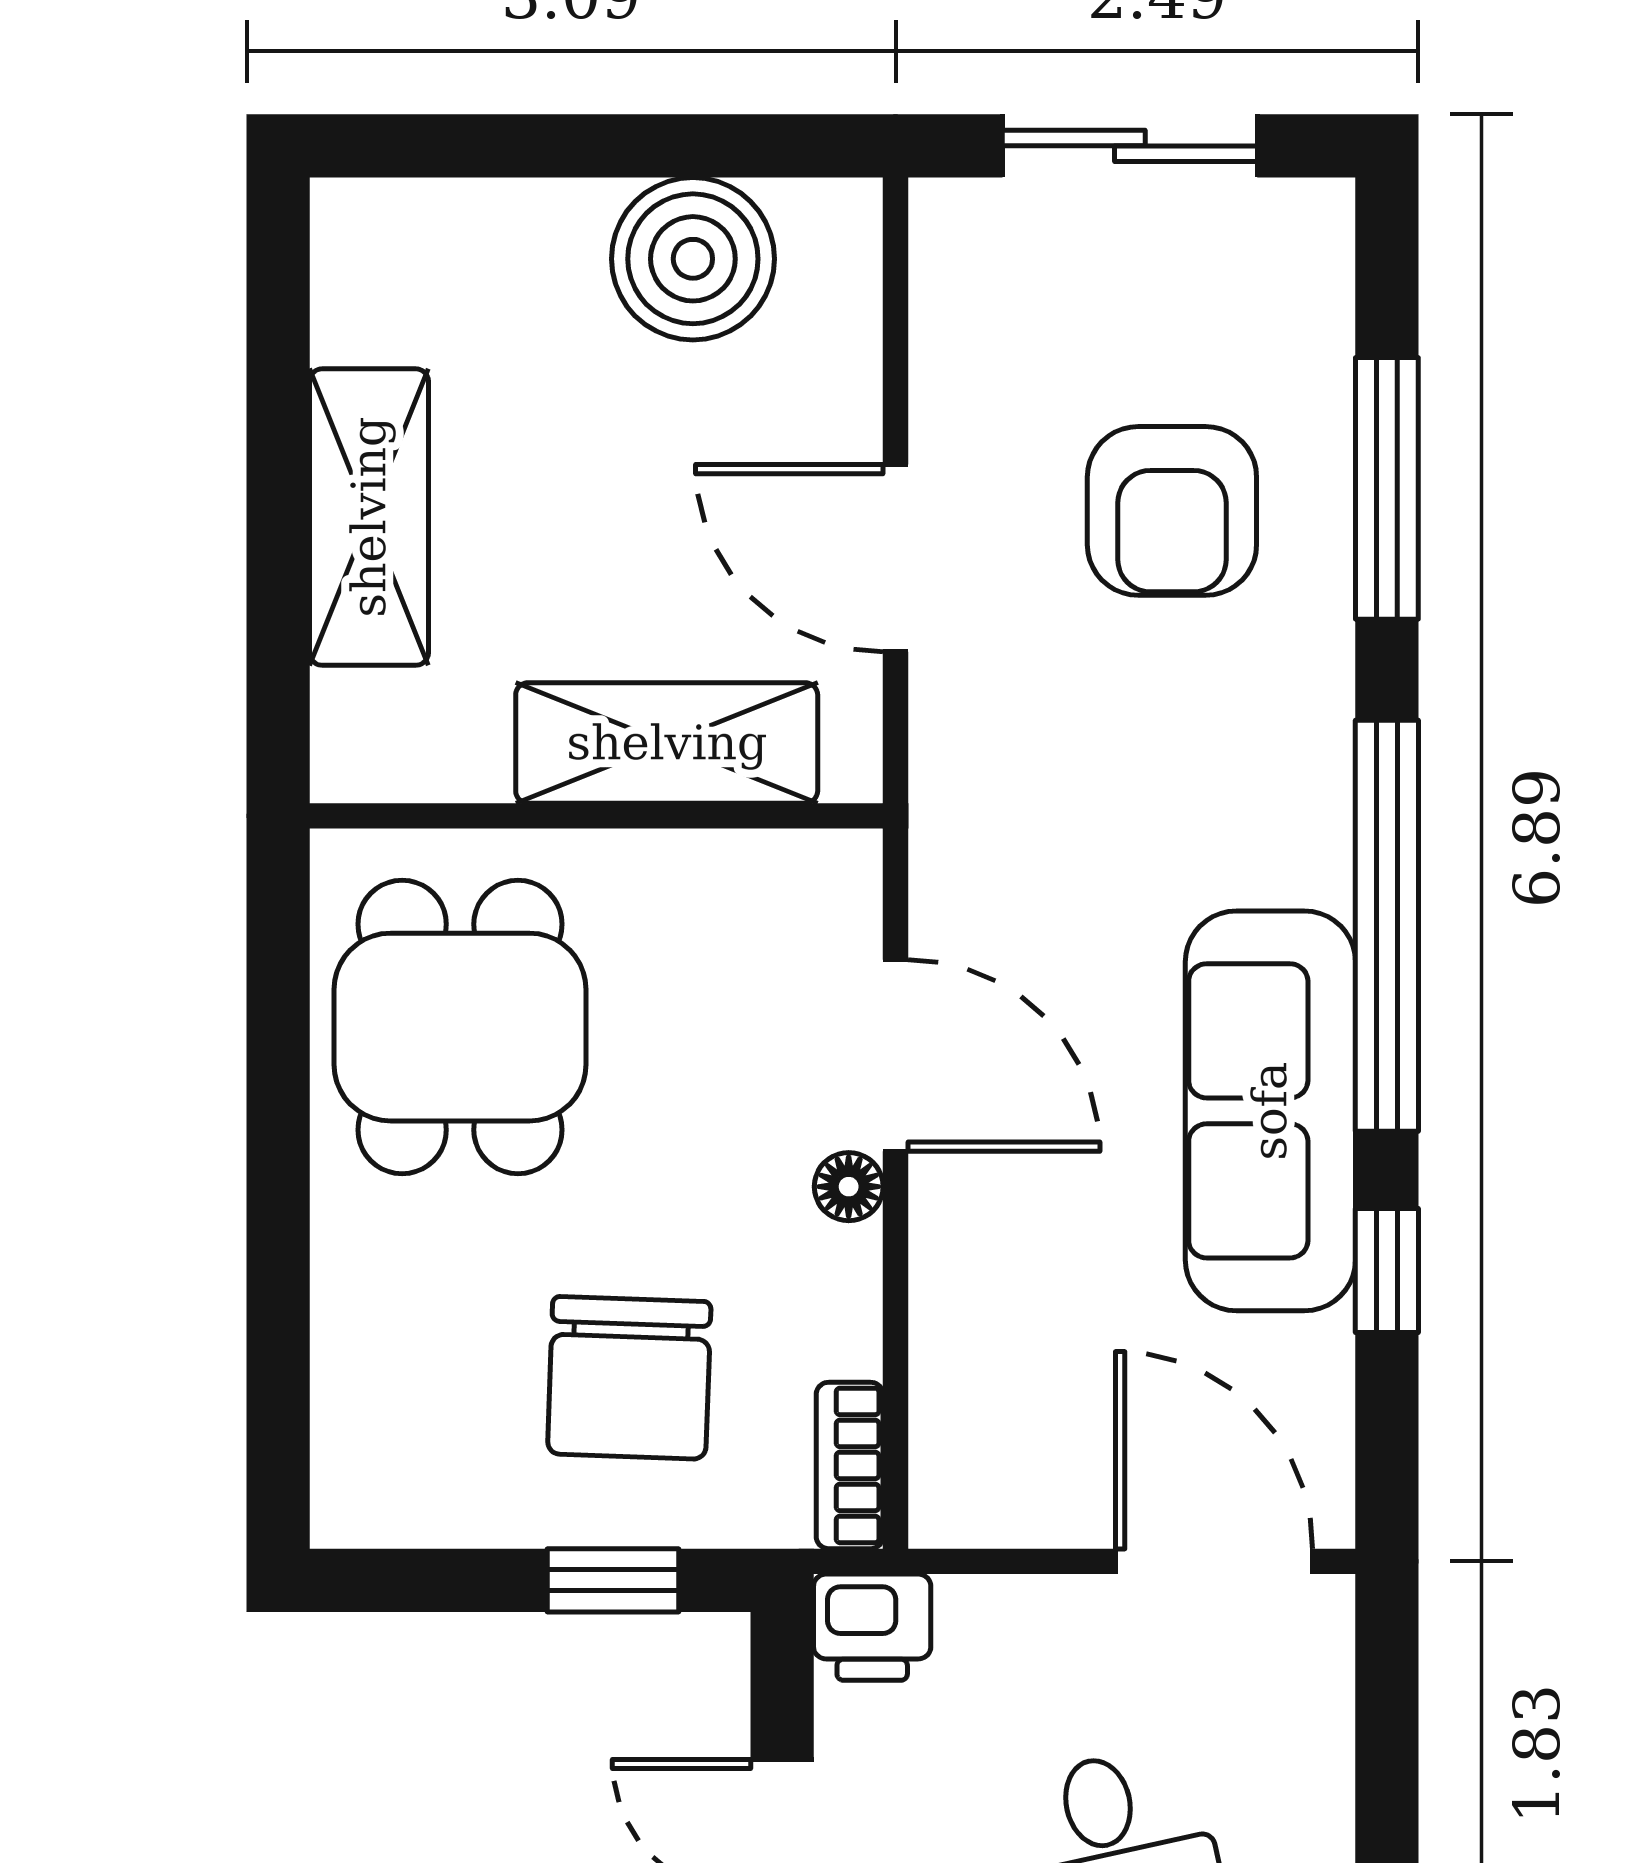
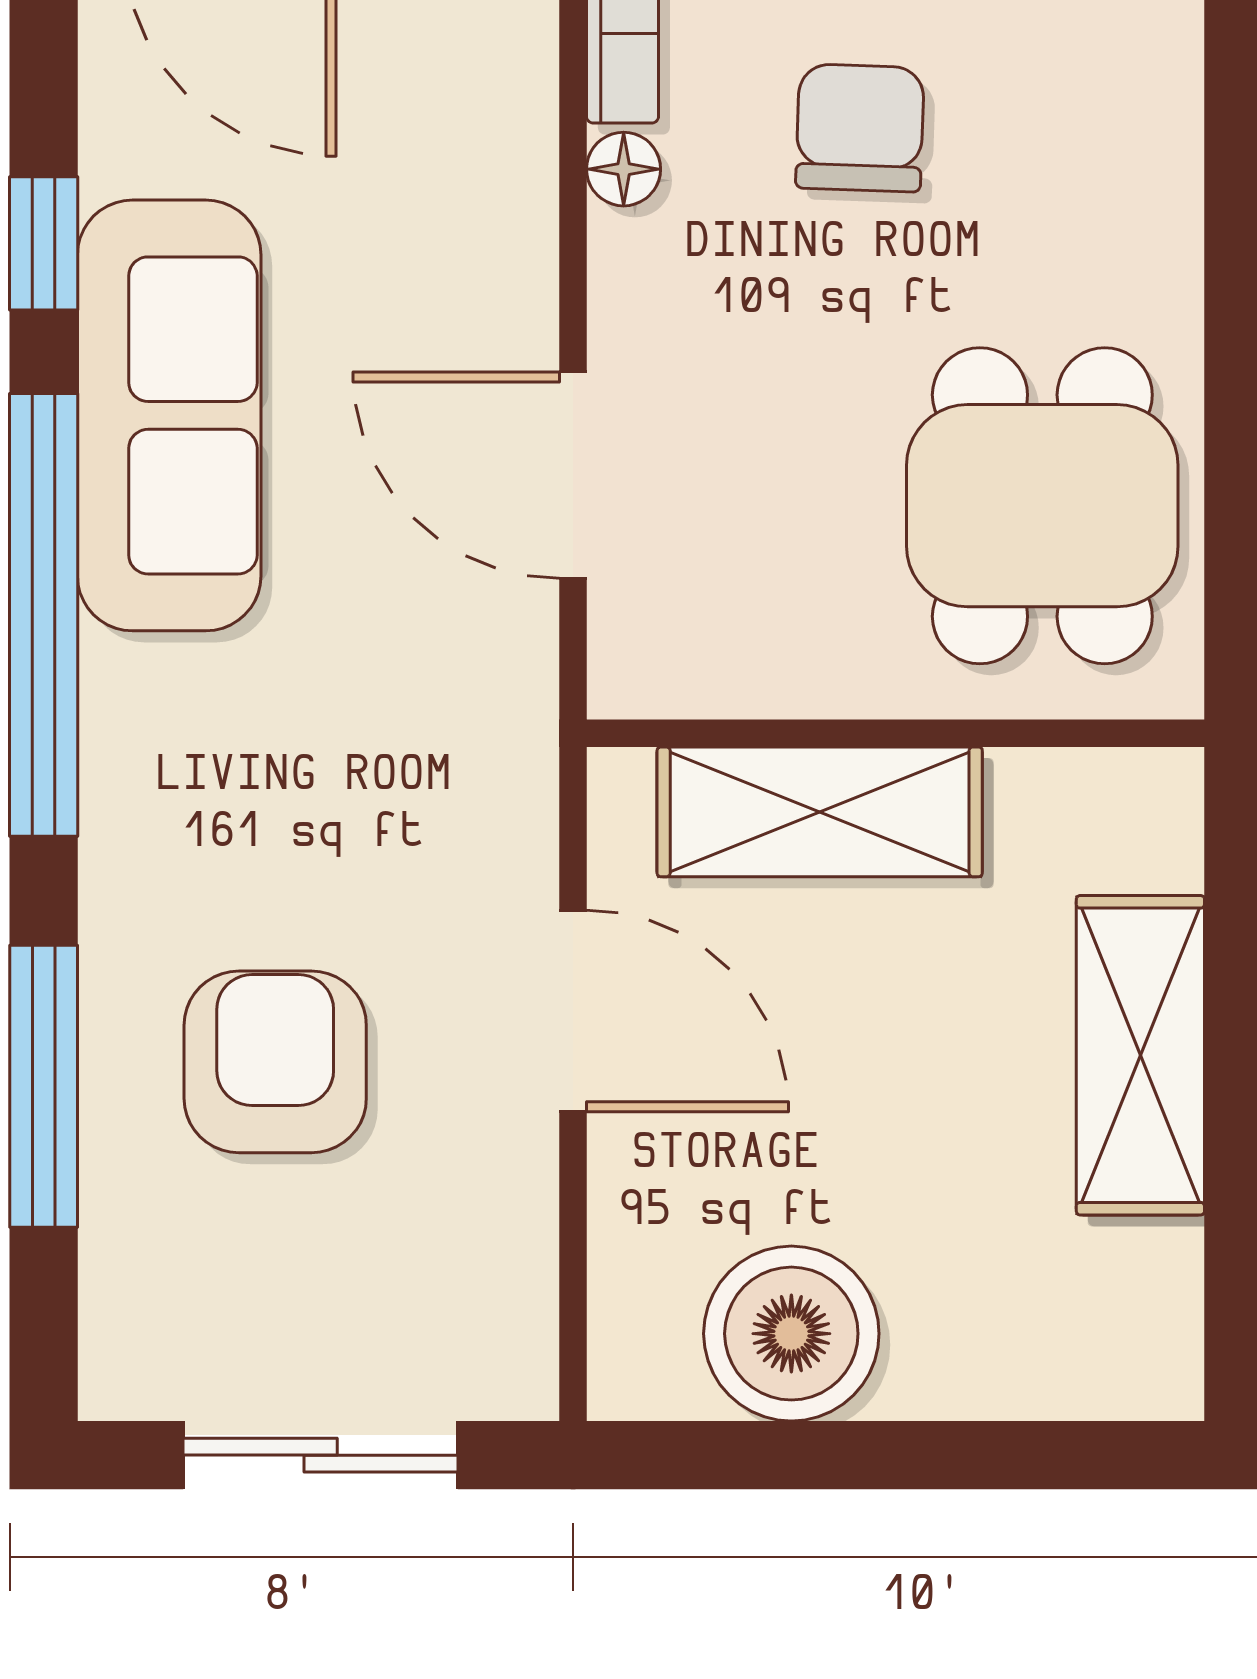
floor lamp: (849, 1187) -> (624, 169), moved
chair: (629, 1378) -> (860, 128), width x0.73, depth x0.73

